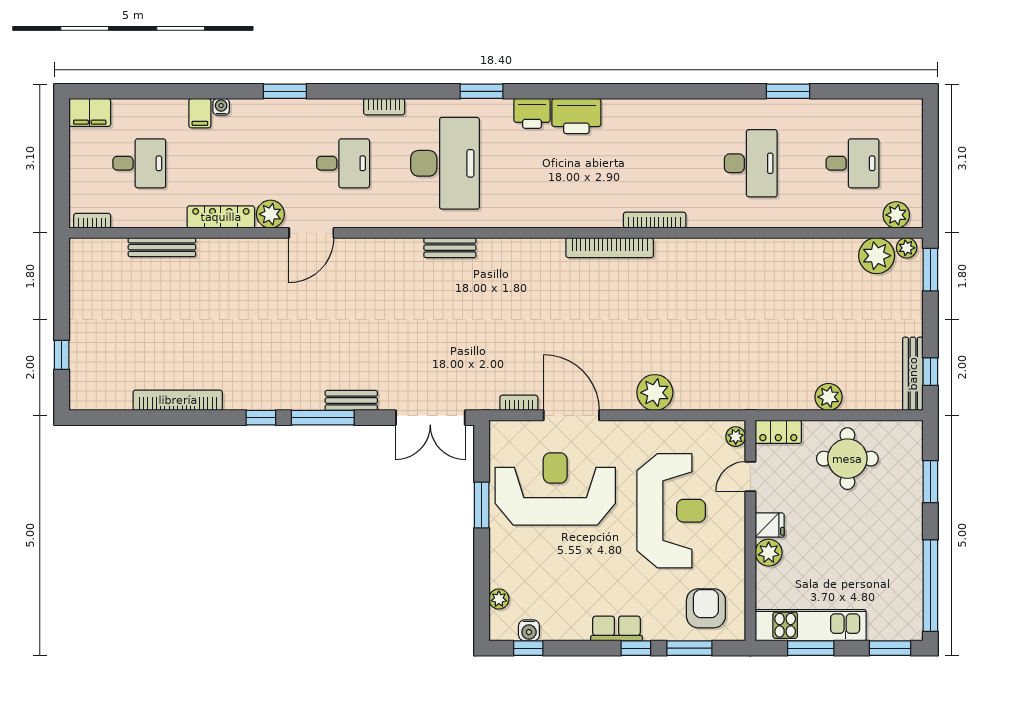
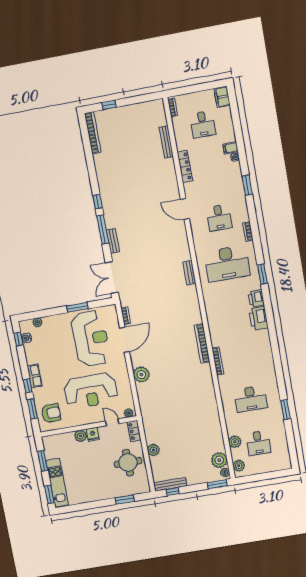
plant: (270, 214) -> (235, 442), moved
bookcase: (178, 400) -> (93, 133), moved
window: (930, 586) -> (80, 507), removed
kitchen unit: (811, 625) -> (57, 483), moved

